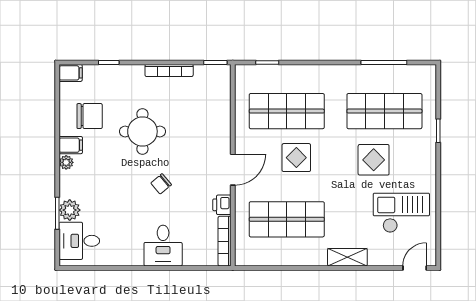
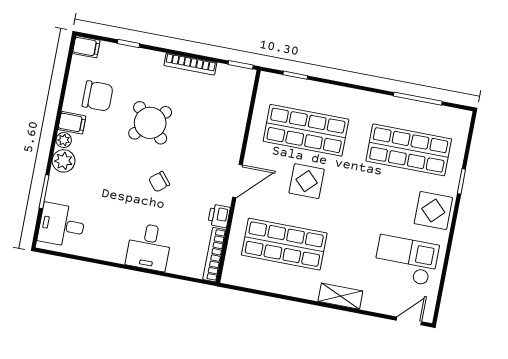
round table: (142, 131) -> (150, 123), turned 45
display table: (374, 160) -> (433, 211), moved
plant: (70, 210) -> (64, 161), moved

